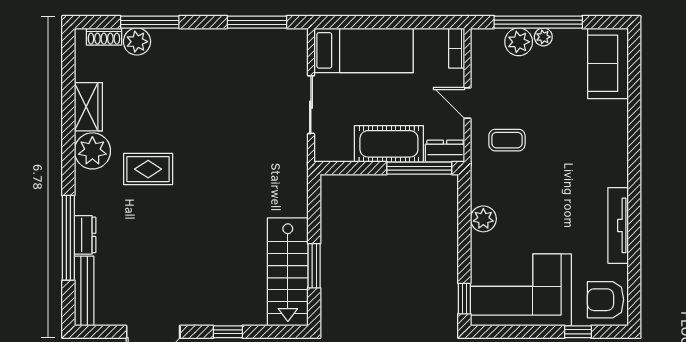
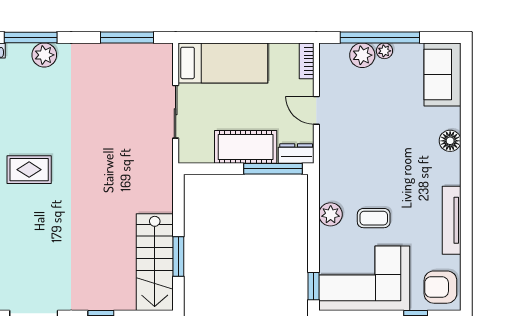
plant: (137, 42) -> (44, 55), moved
floor lamp: (616, 137) -> (450, 141), added
coffee table: (507, 140) -> (374, 218), moved

